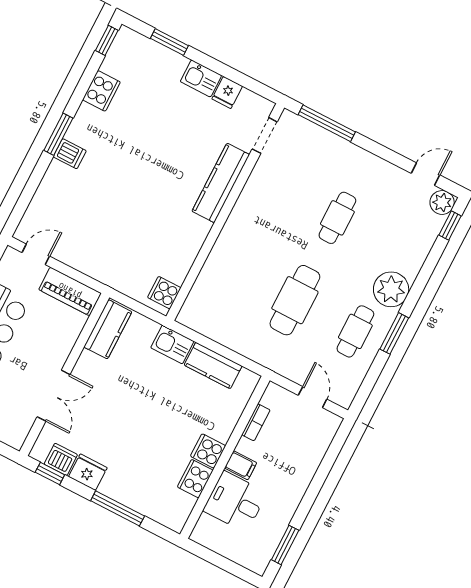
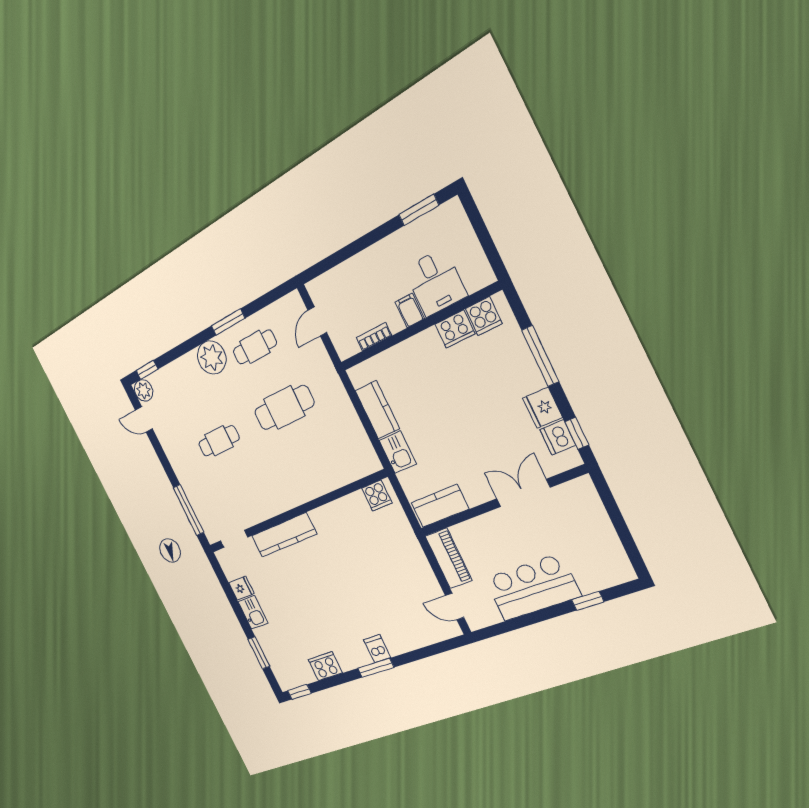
cooker: (208, 451) -> (484, 316), moved

